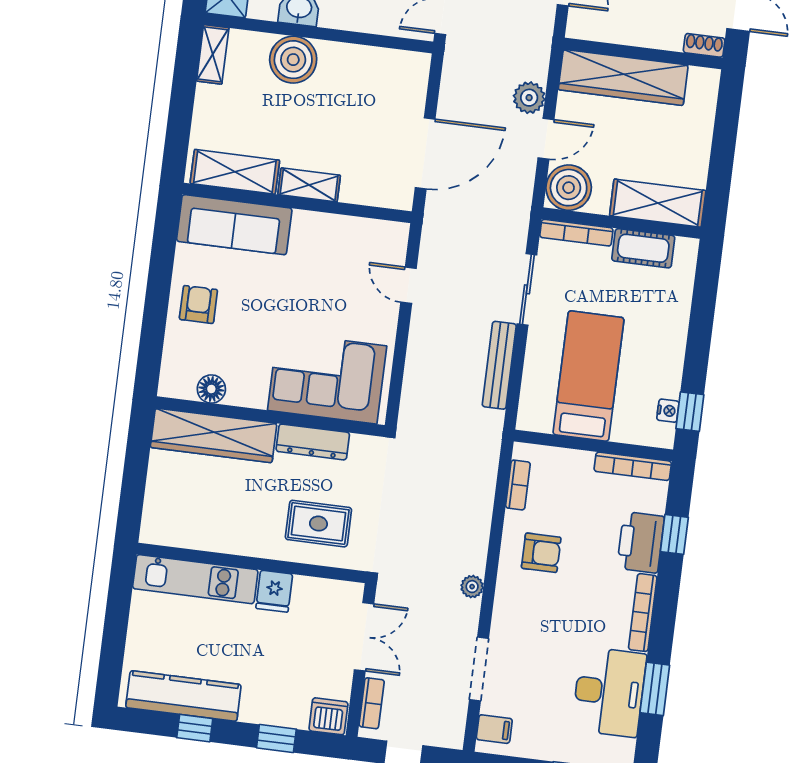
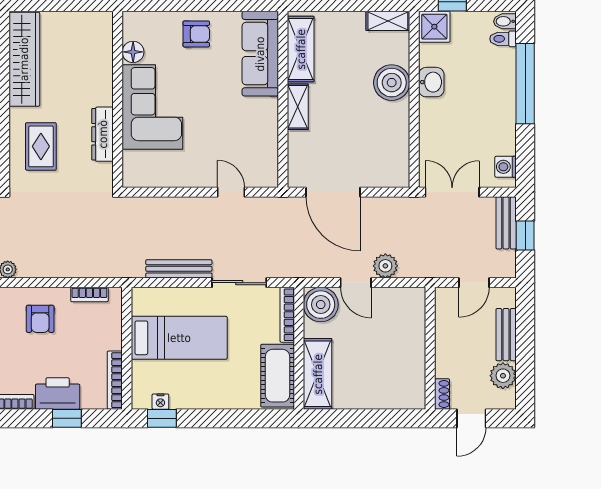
wardrobe: (623, 77) -> (410, 335), removed
cot: (643, 248) -> (278, 376), width x1.37, depth x1.34
door: (409, 285) -> (231, 192), hinge flipped
corner sofa: (327, 378) -> (152, 107), moved
wardrobe: (214, 435) -> (24, 59), moved, turned 180

